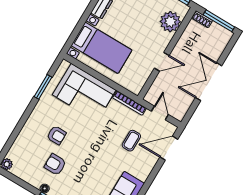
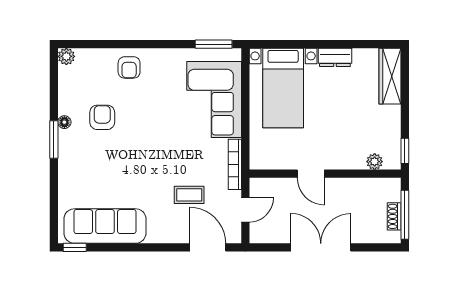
shoe rack: (202, 19) -> (394, 216), moved
plant: (170, 22) -> (375, 162), width x0.53, depth x0.53
window: (43, 87) -> (214, 44), moved
armchair: (56, 135) -> (129, 67), moved

